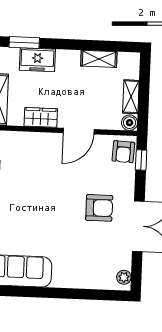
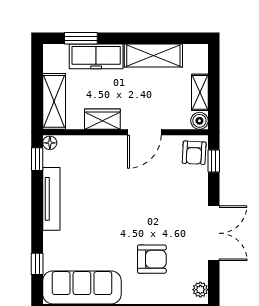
shelving: (99, 59) -> (153, 56), width x1.50, depth x1.33
freezer: (37, 60) -> (96, 56), width x1.40
armchair: (99, 208) -> (152, 259), moved

